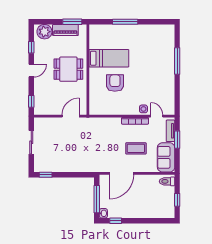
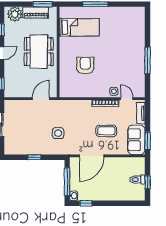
bed: (109, 58) -> (79, 27), moved
window: (177, 61) -> (147, 61), moved
dining table: (68, 69) -> (39, 52), width x1.38
window: (177, 140) -> (147, 141), moved
side table: (88, 151) -> (58, 133), added
window: (46, 175) -> (34, 157), moved
toilet: (167, 181) -> (137, 180), moved

